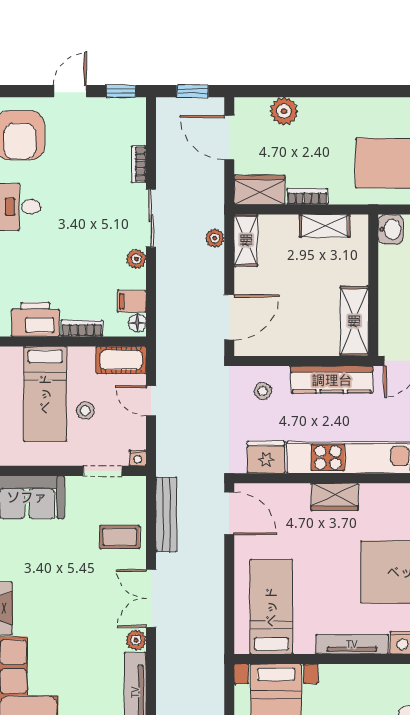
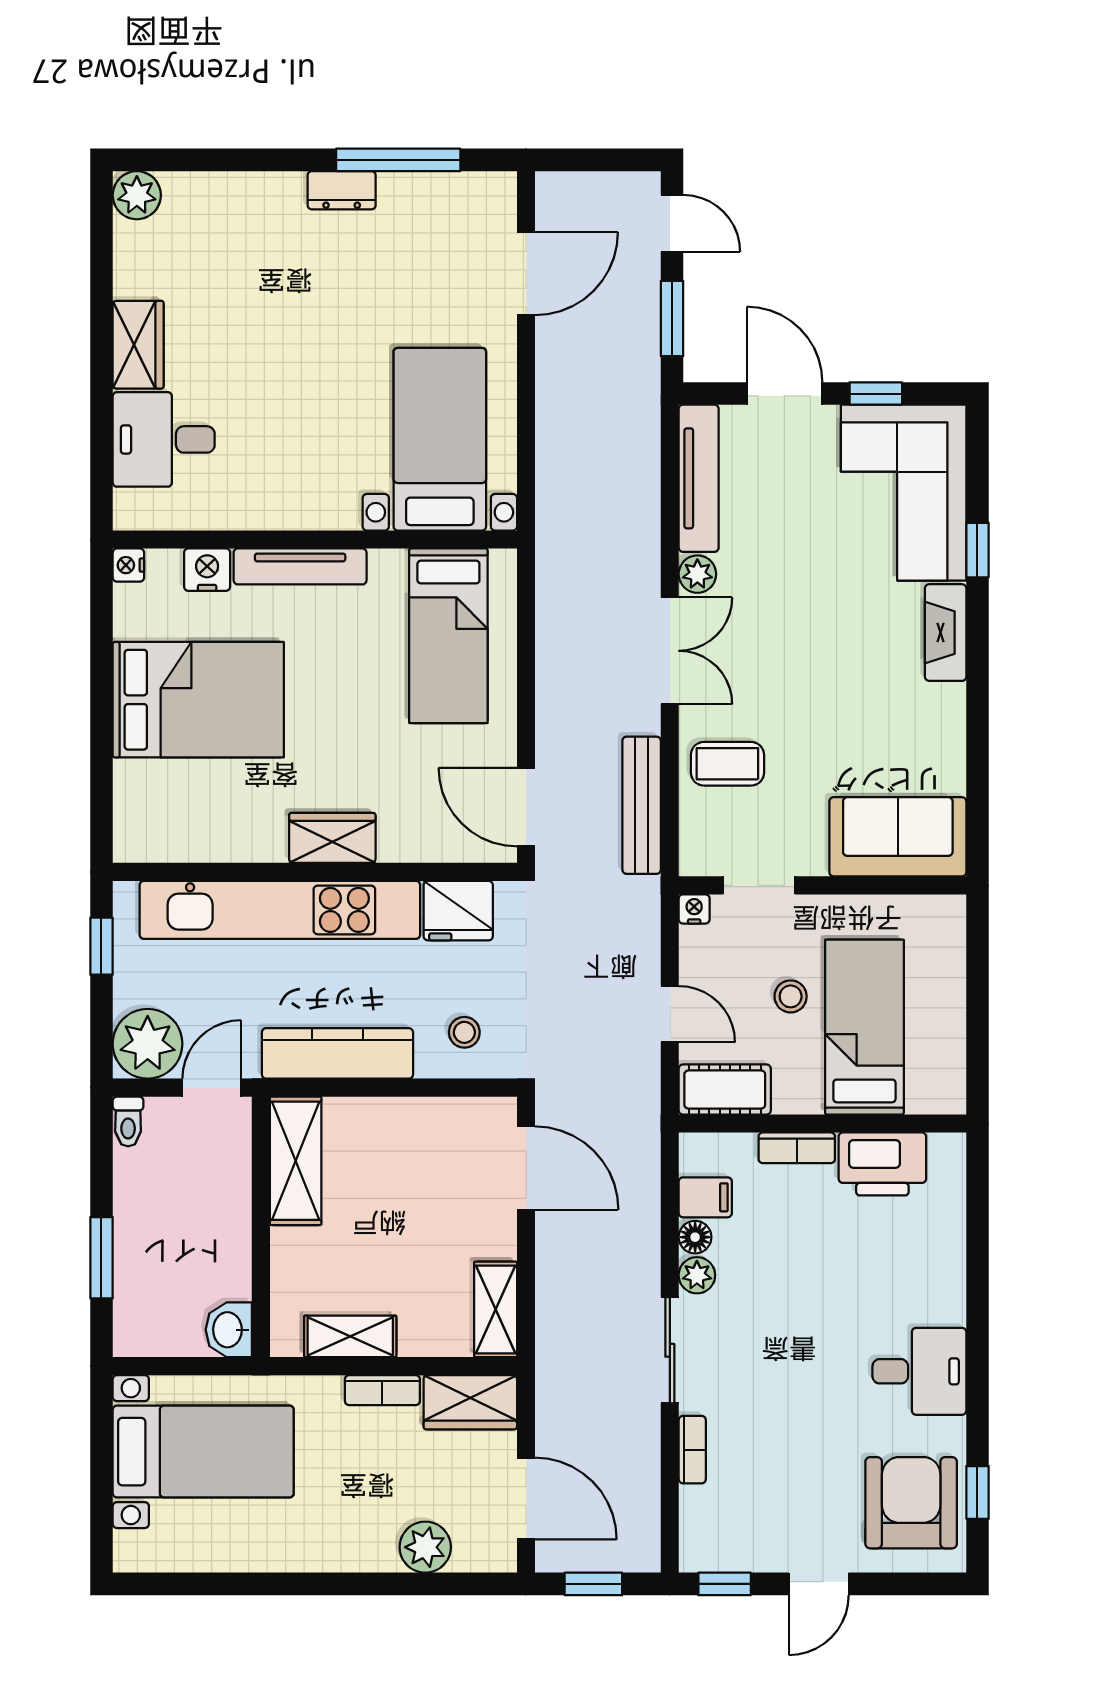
plant: (215, 238) -> (552, 1314), removed
door: (229, 317) -> (526, 1168), swing flipped
floor lamp: (137, 323) -> (695, 1237), moved

